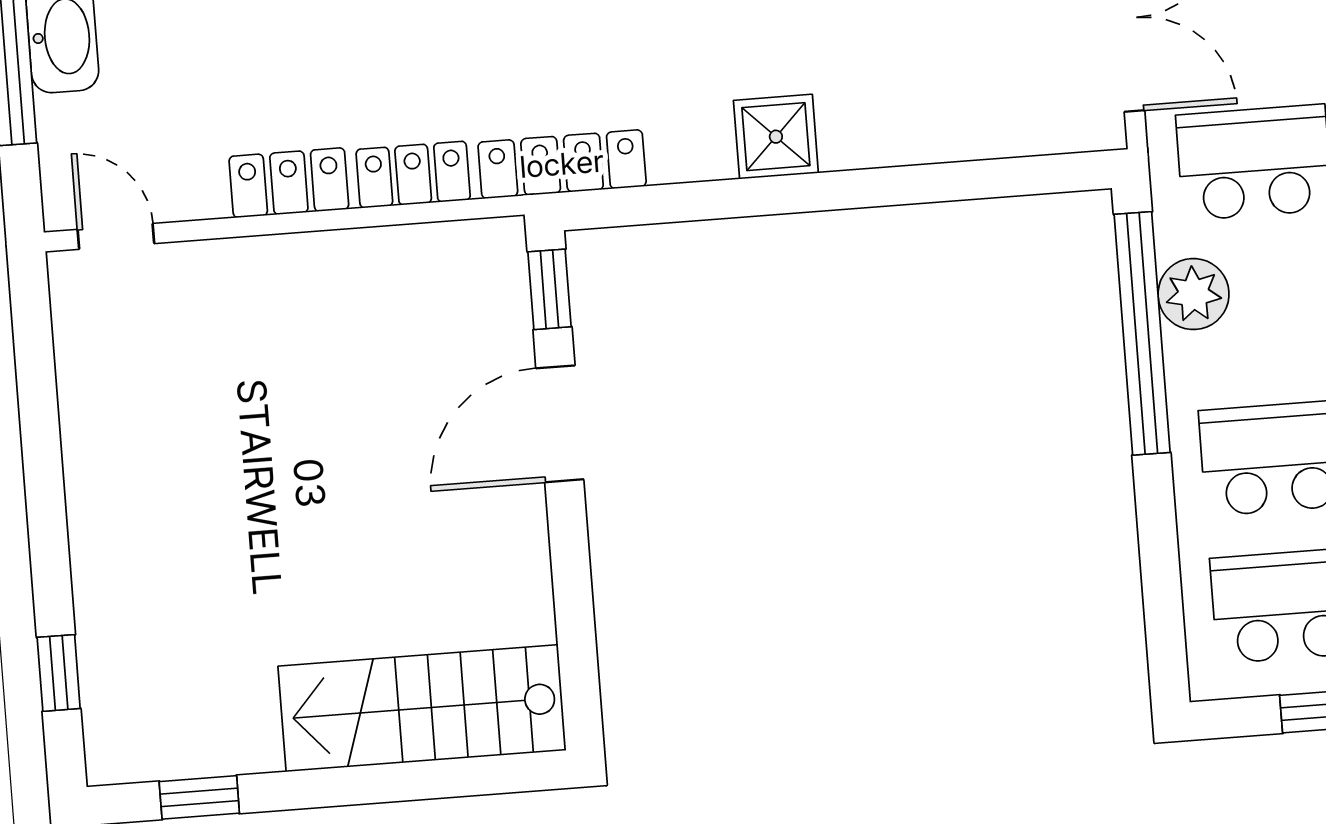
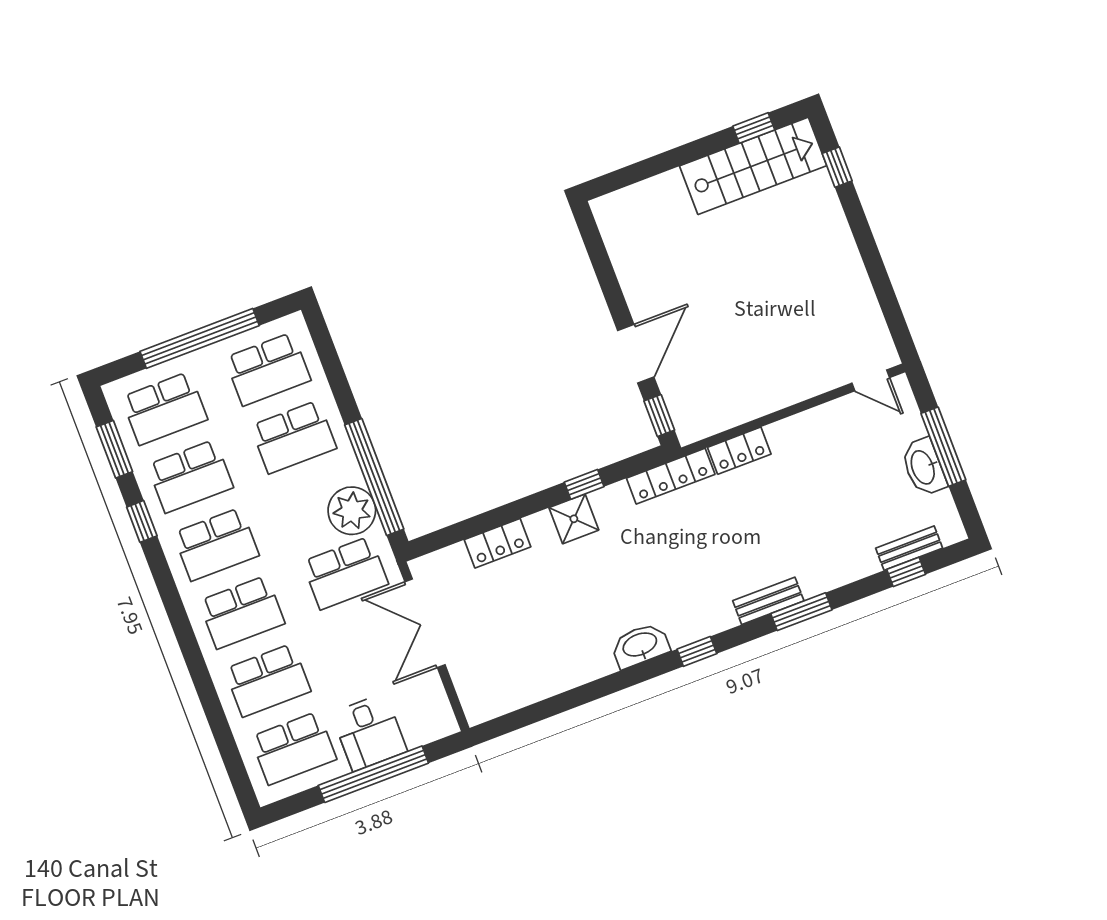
locker: (289, 183) -> (498, 543), moved
window: (736, 198) -> (584, 484), added
plant: (1194, 294) -> (352, 511), width x1.36, depth x1.36
stairs: (422, 708) -> (753, 166), moved

